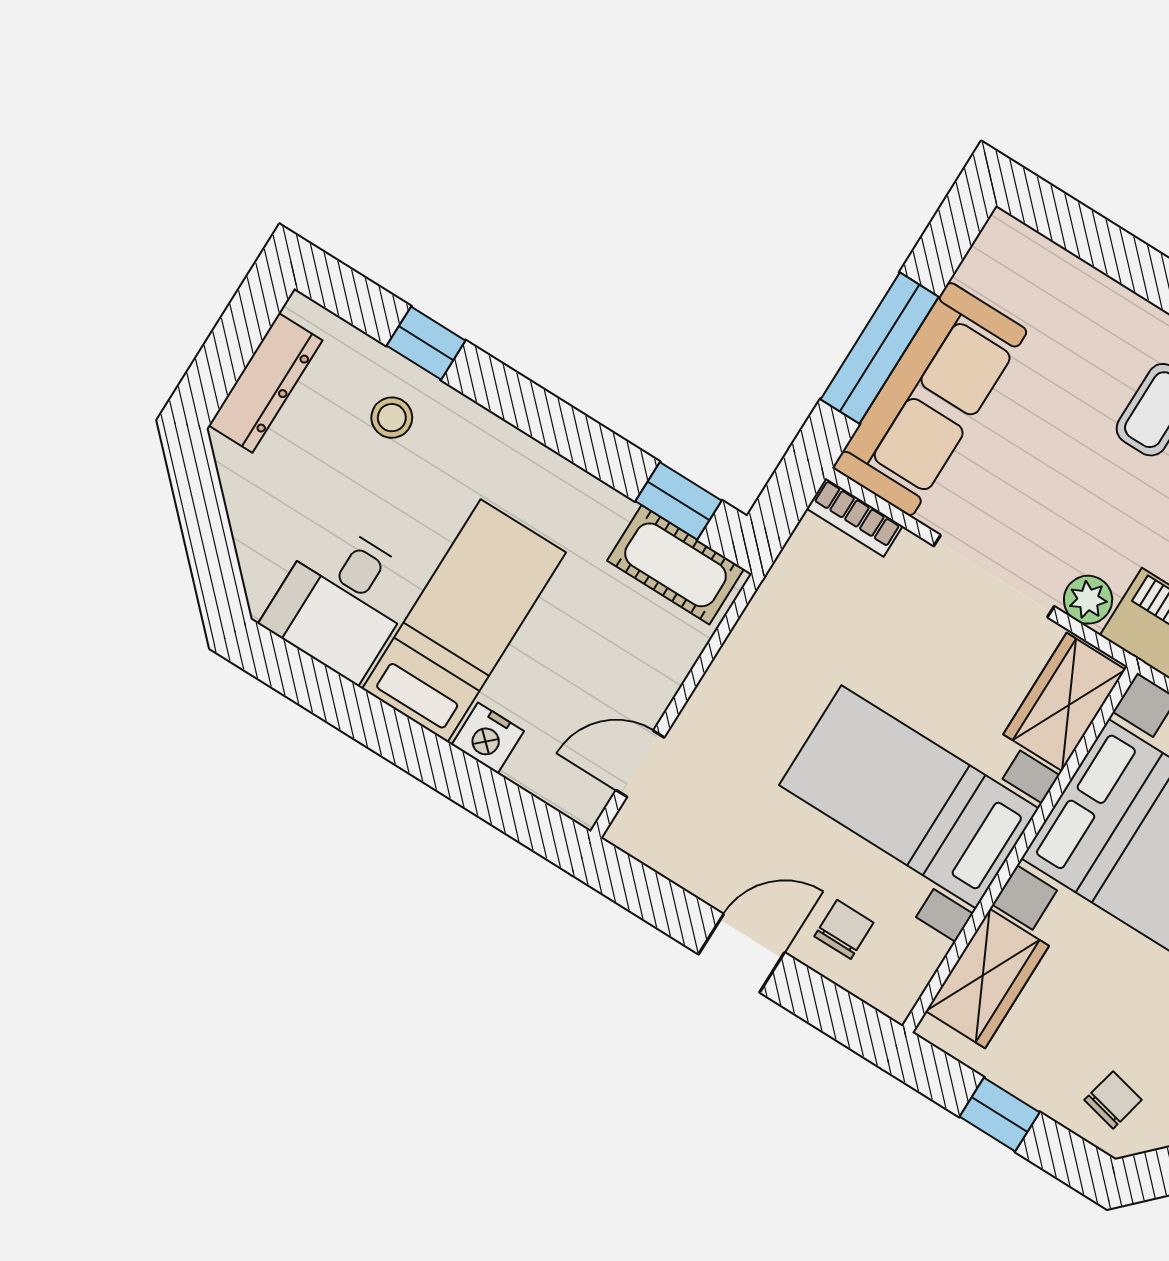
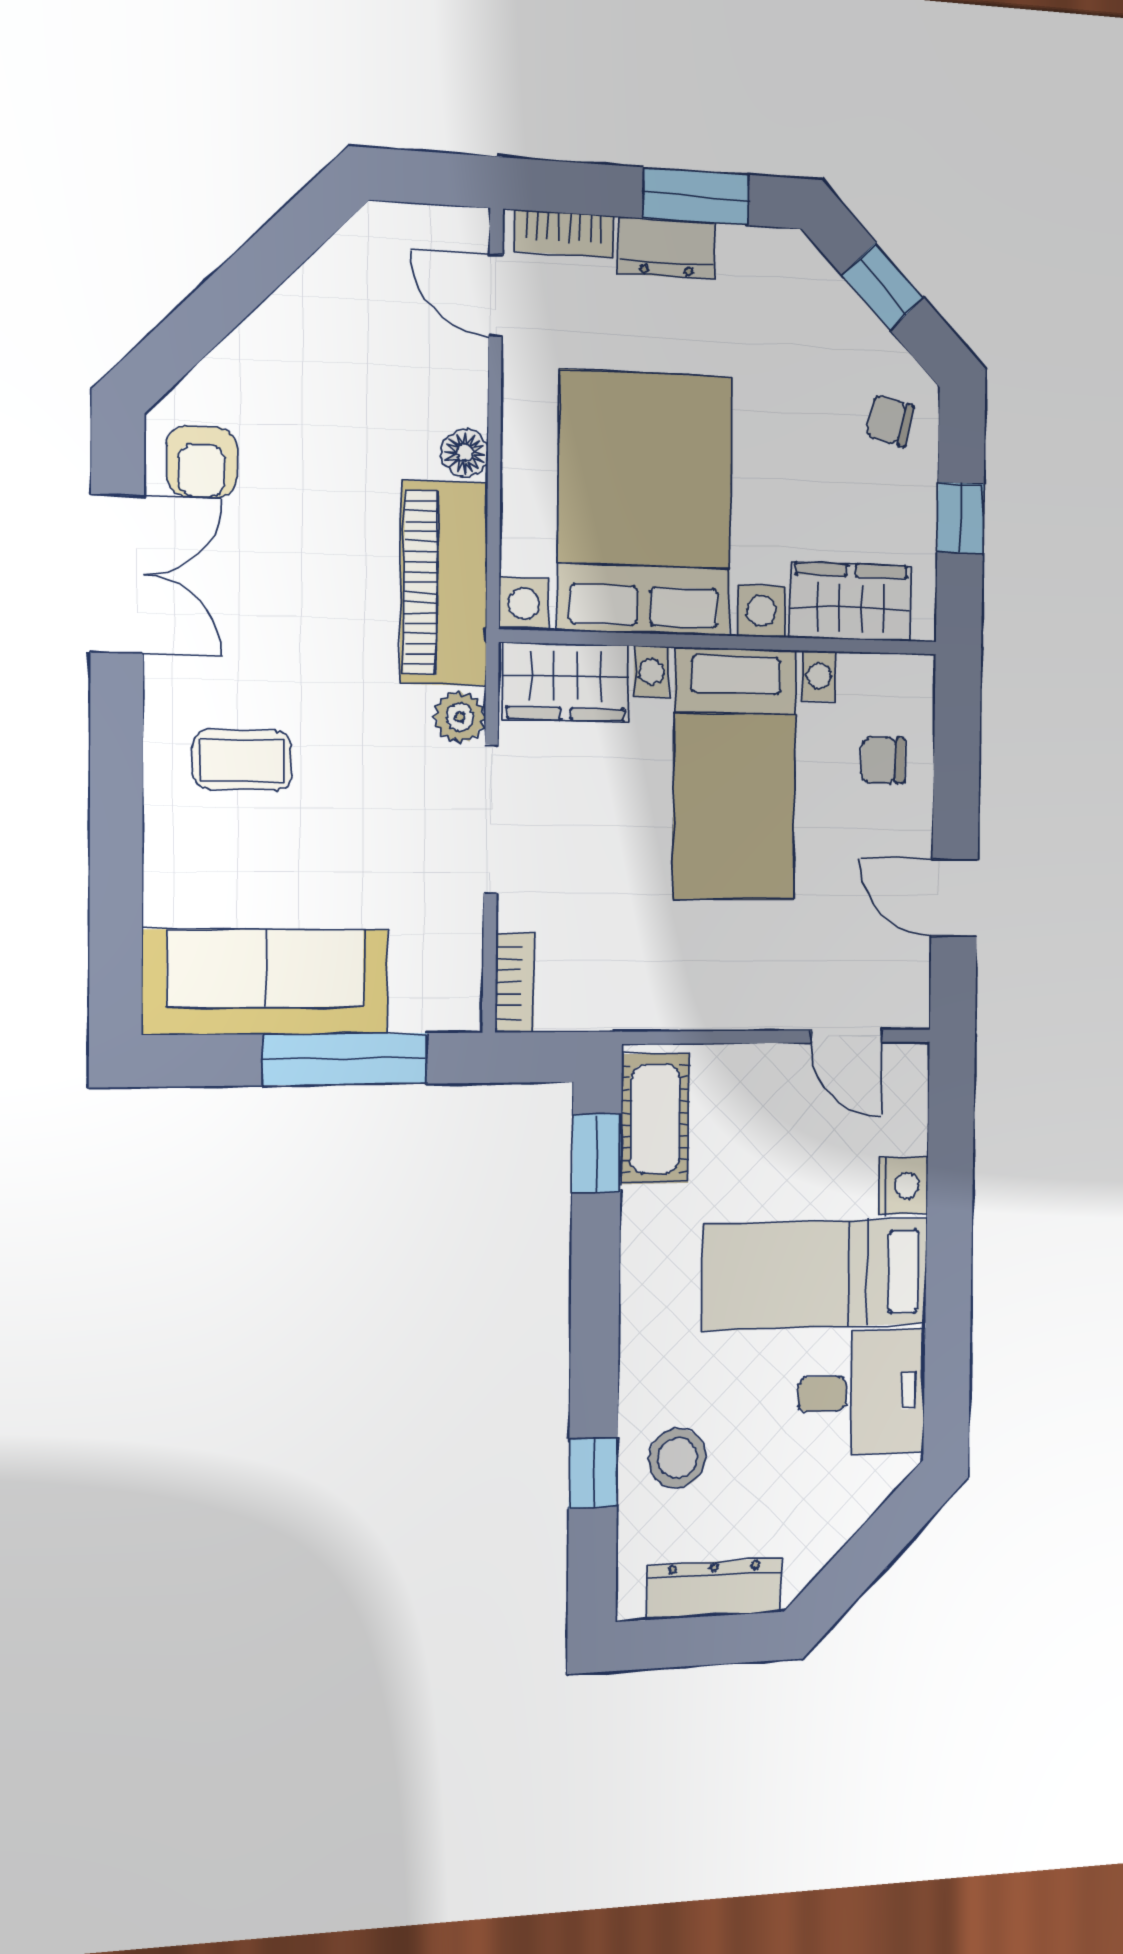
sofa: (930, 399) -> (266, 982), moved
stool: (392, 418) -> (677, 1458), width x1.37, depth x1.37
door: (742, 953) -> (955, 898), moved

